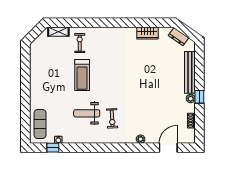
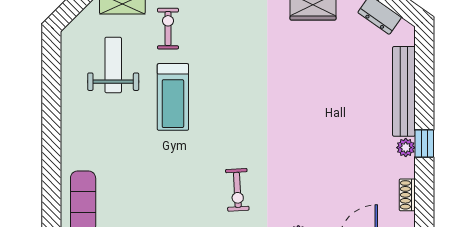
weight bench: (87, 113) -> (113, 65), moved, turned 90

